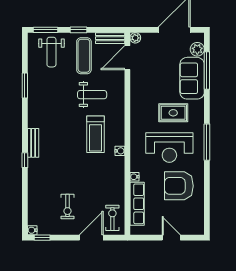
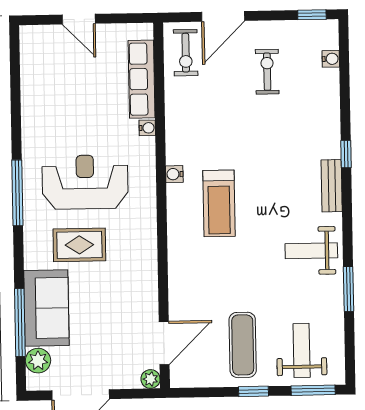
bench: (110, 38) -> (196, 378), removed
weight bench: (92, 95) -> (311, 251), moved
treadmill: (96, 134) -> (219, 203), turned 180
armchair: (179, 186) -> (67, 113), removed
water cooler: (32, 230) -> (331, 59), moved

